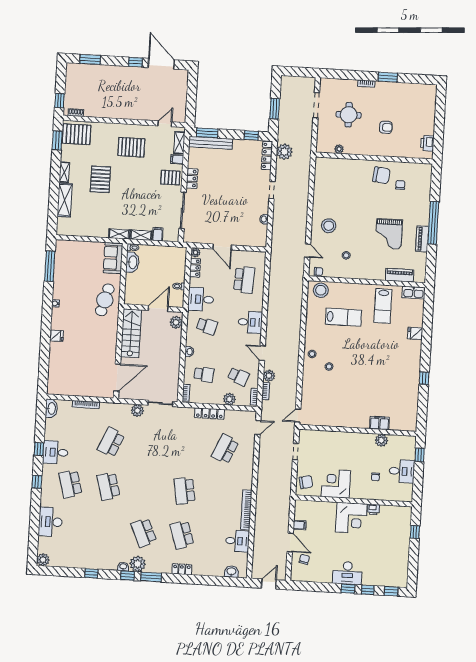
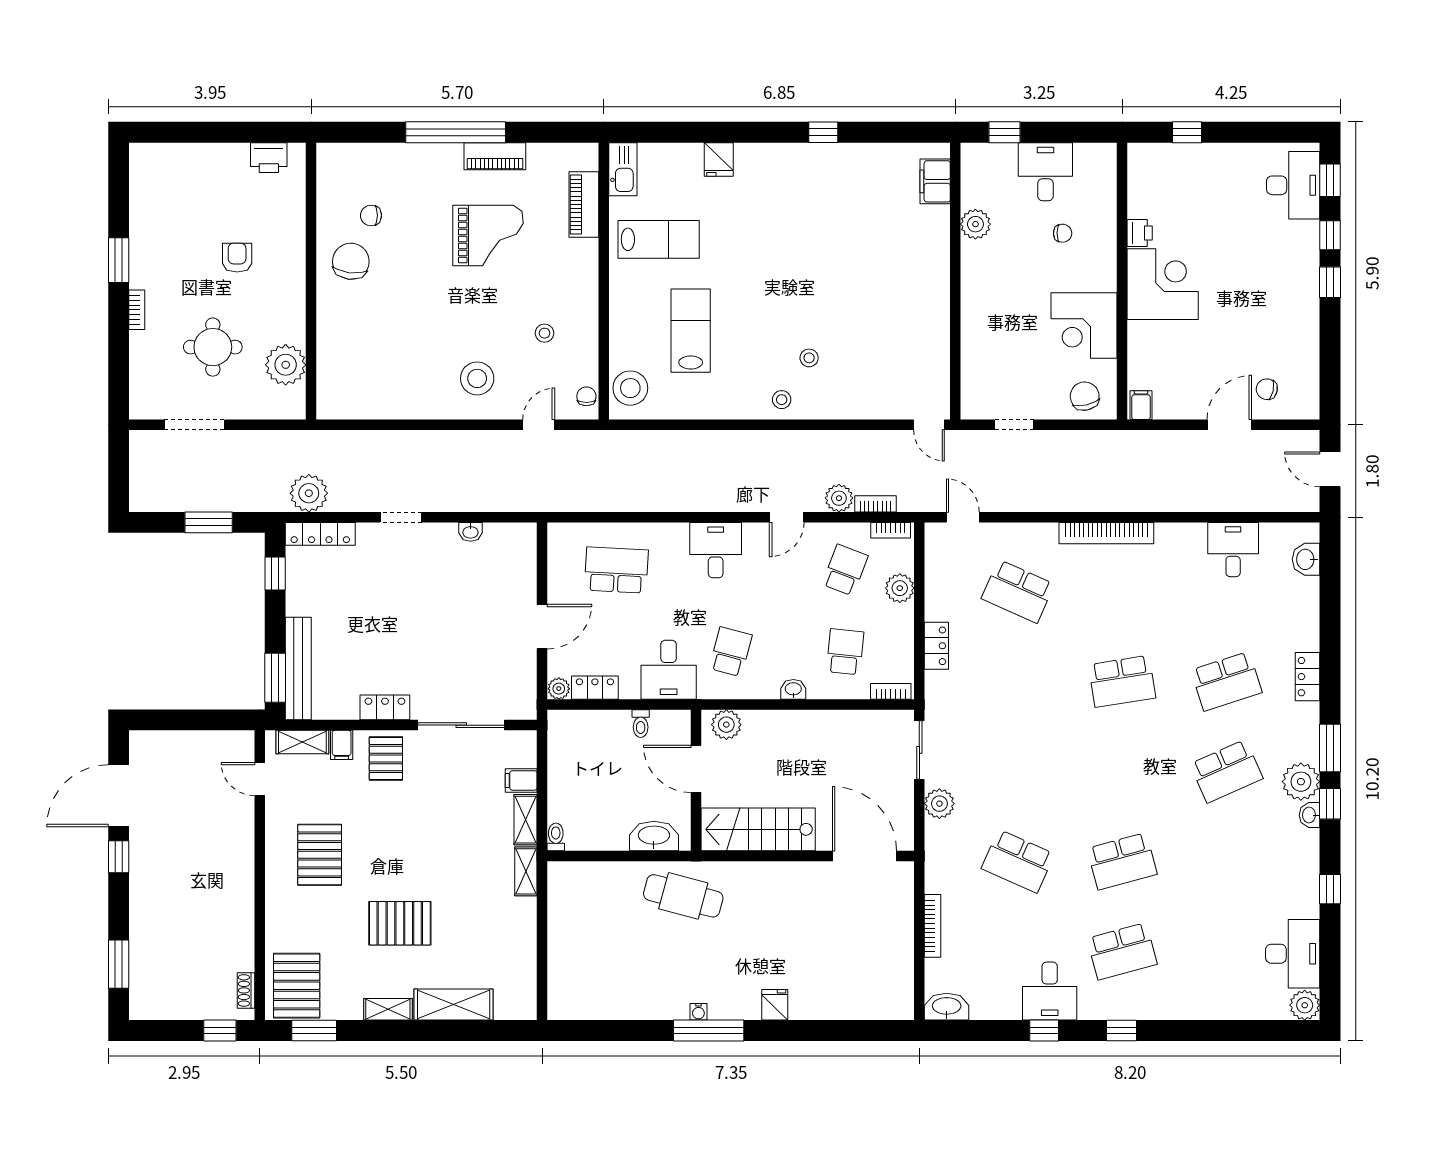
plant: (339, 149) -> (286, 365), width x1.88, depth x1.88
sofa: (113, 258) -> (584, 882), removed
washbasin: (132, 262) -> (654, 836), moved
window: (50, 266) -> (709, 1031), moved
locker: (209, 413) -> (936, 646), width x0.66
filing cabinet: (379, 423) -> (935, 181), moved
bookcase: (246, 510) -> (1106, 533), moved
desk: (50, 522) -> (1293, 954), moved, turned -90
filing cabinet: (300, 525) -> (1141, 405), moved
desk: (347, 573) -> (1293, 185), moved

